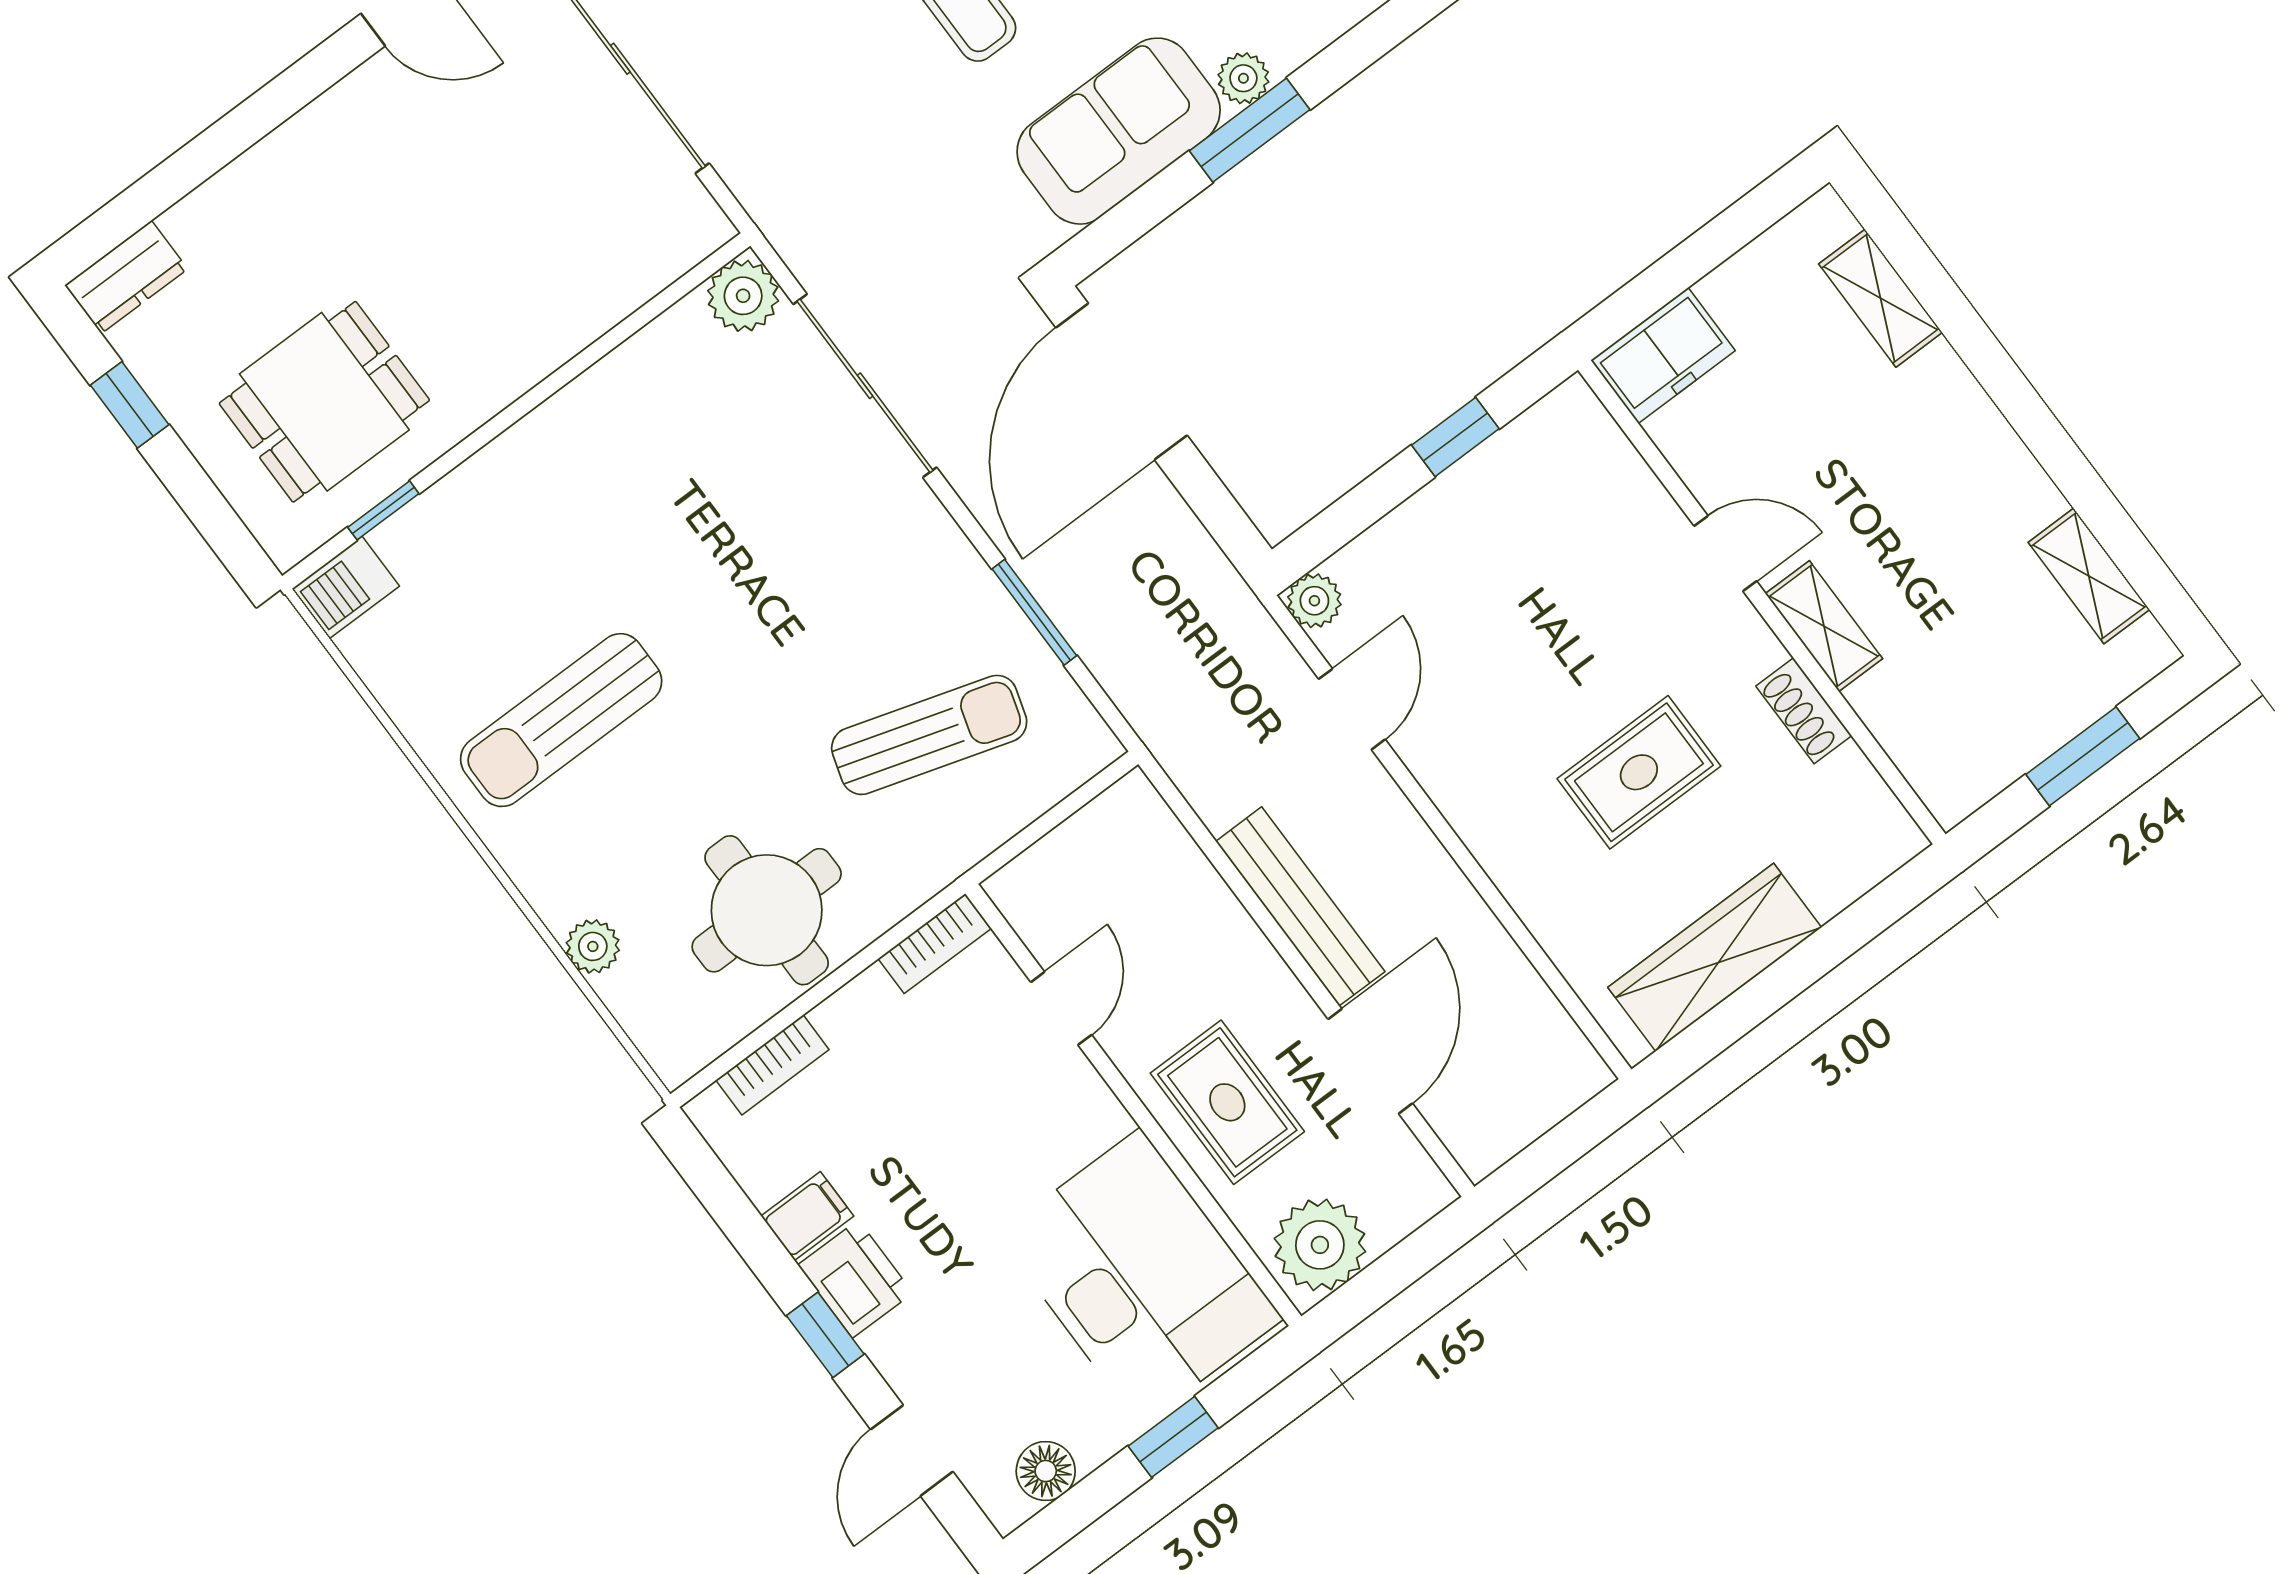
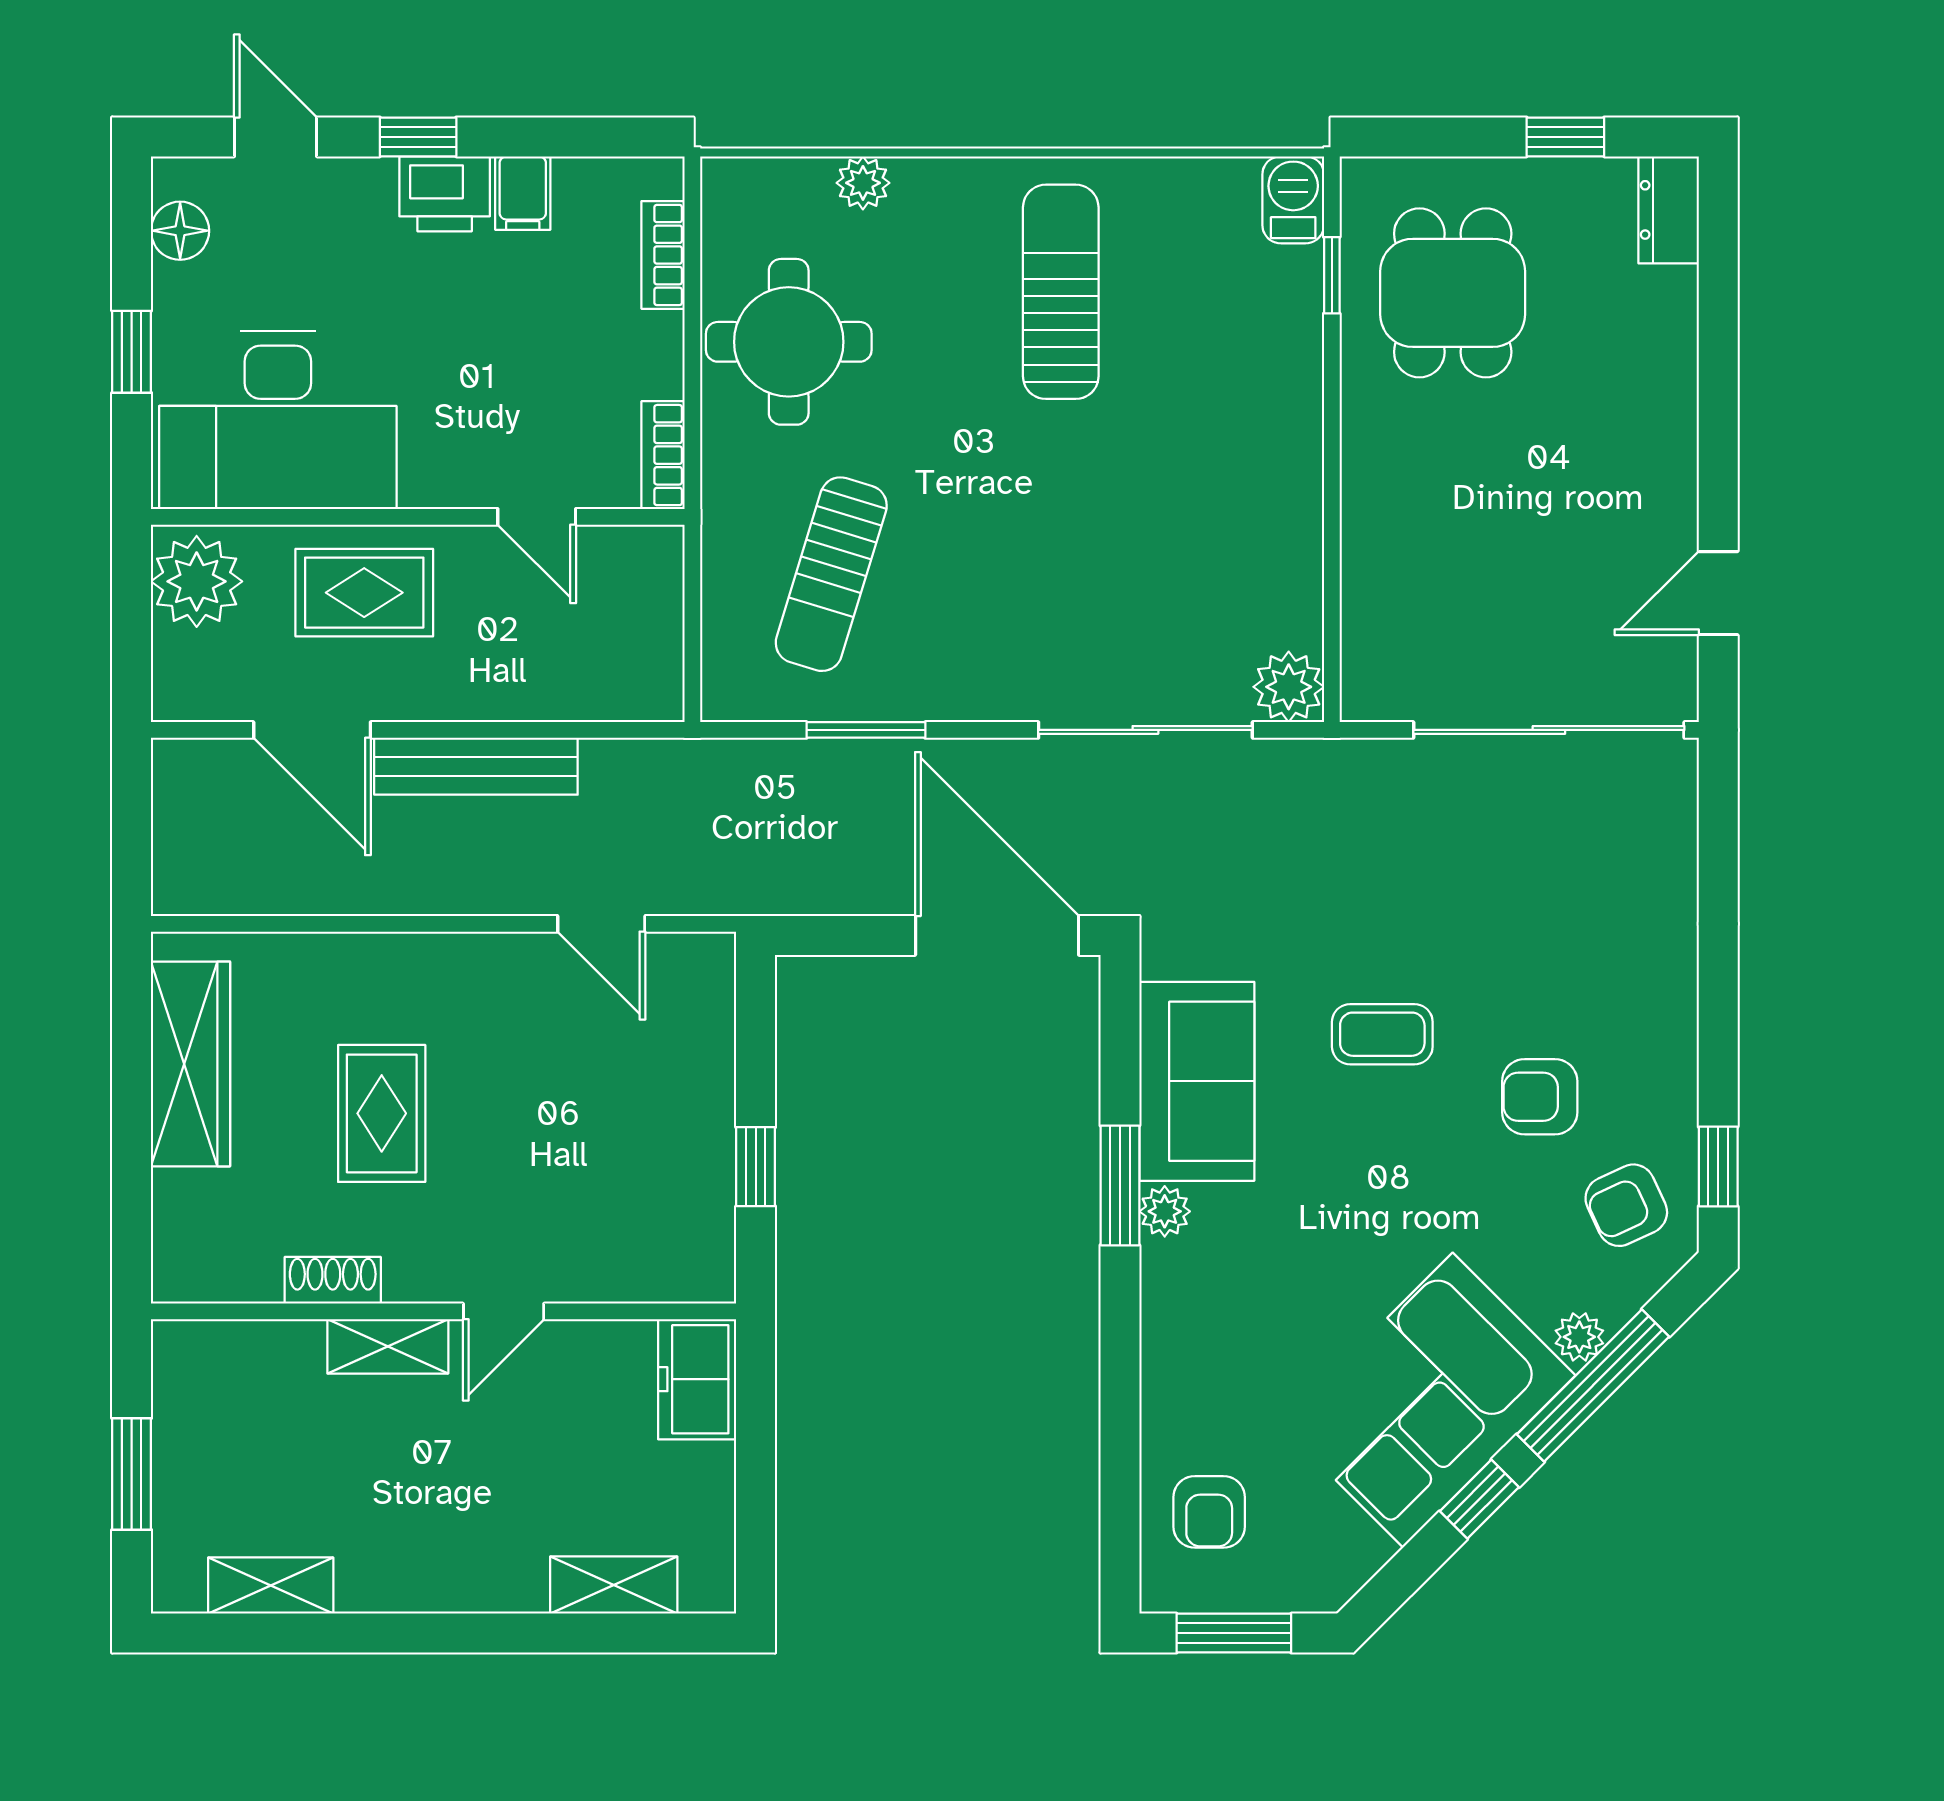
plant: (1314, 601) -> (709, 958), removed

